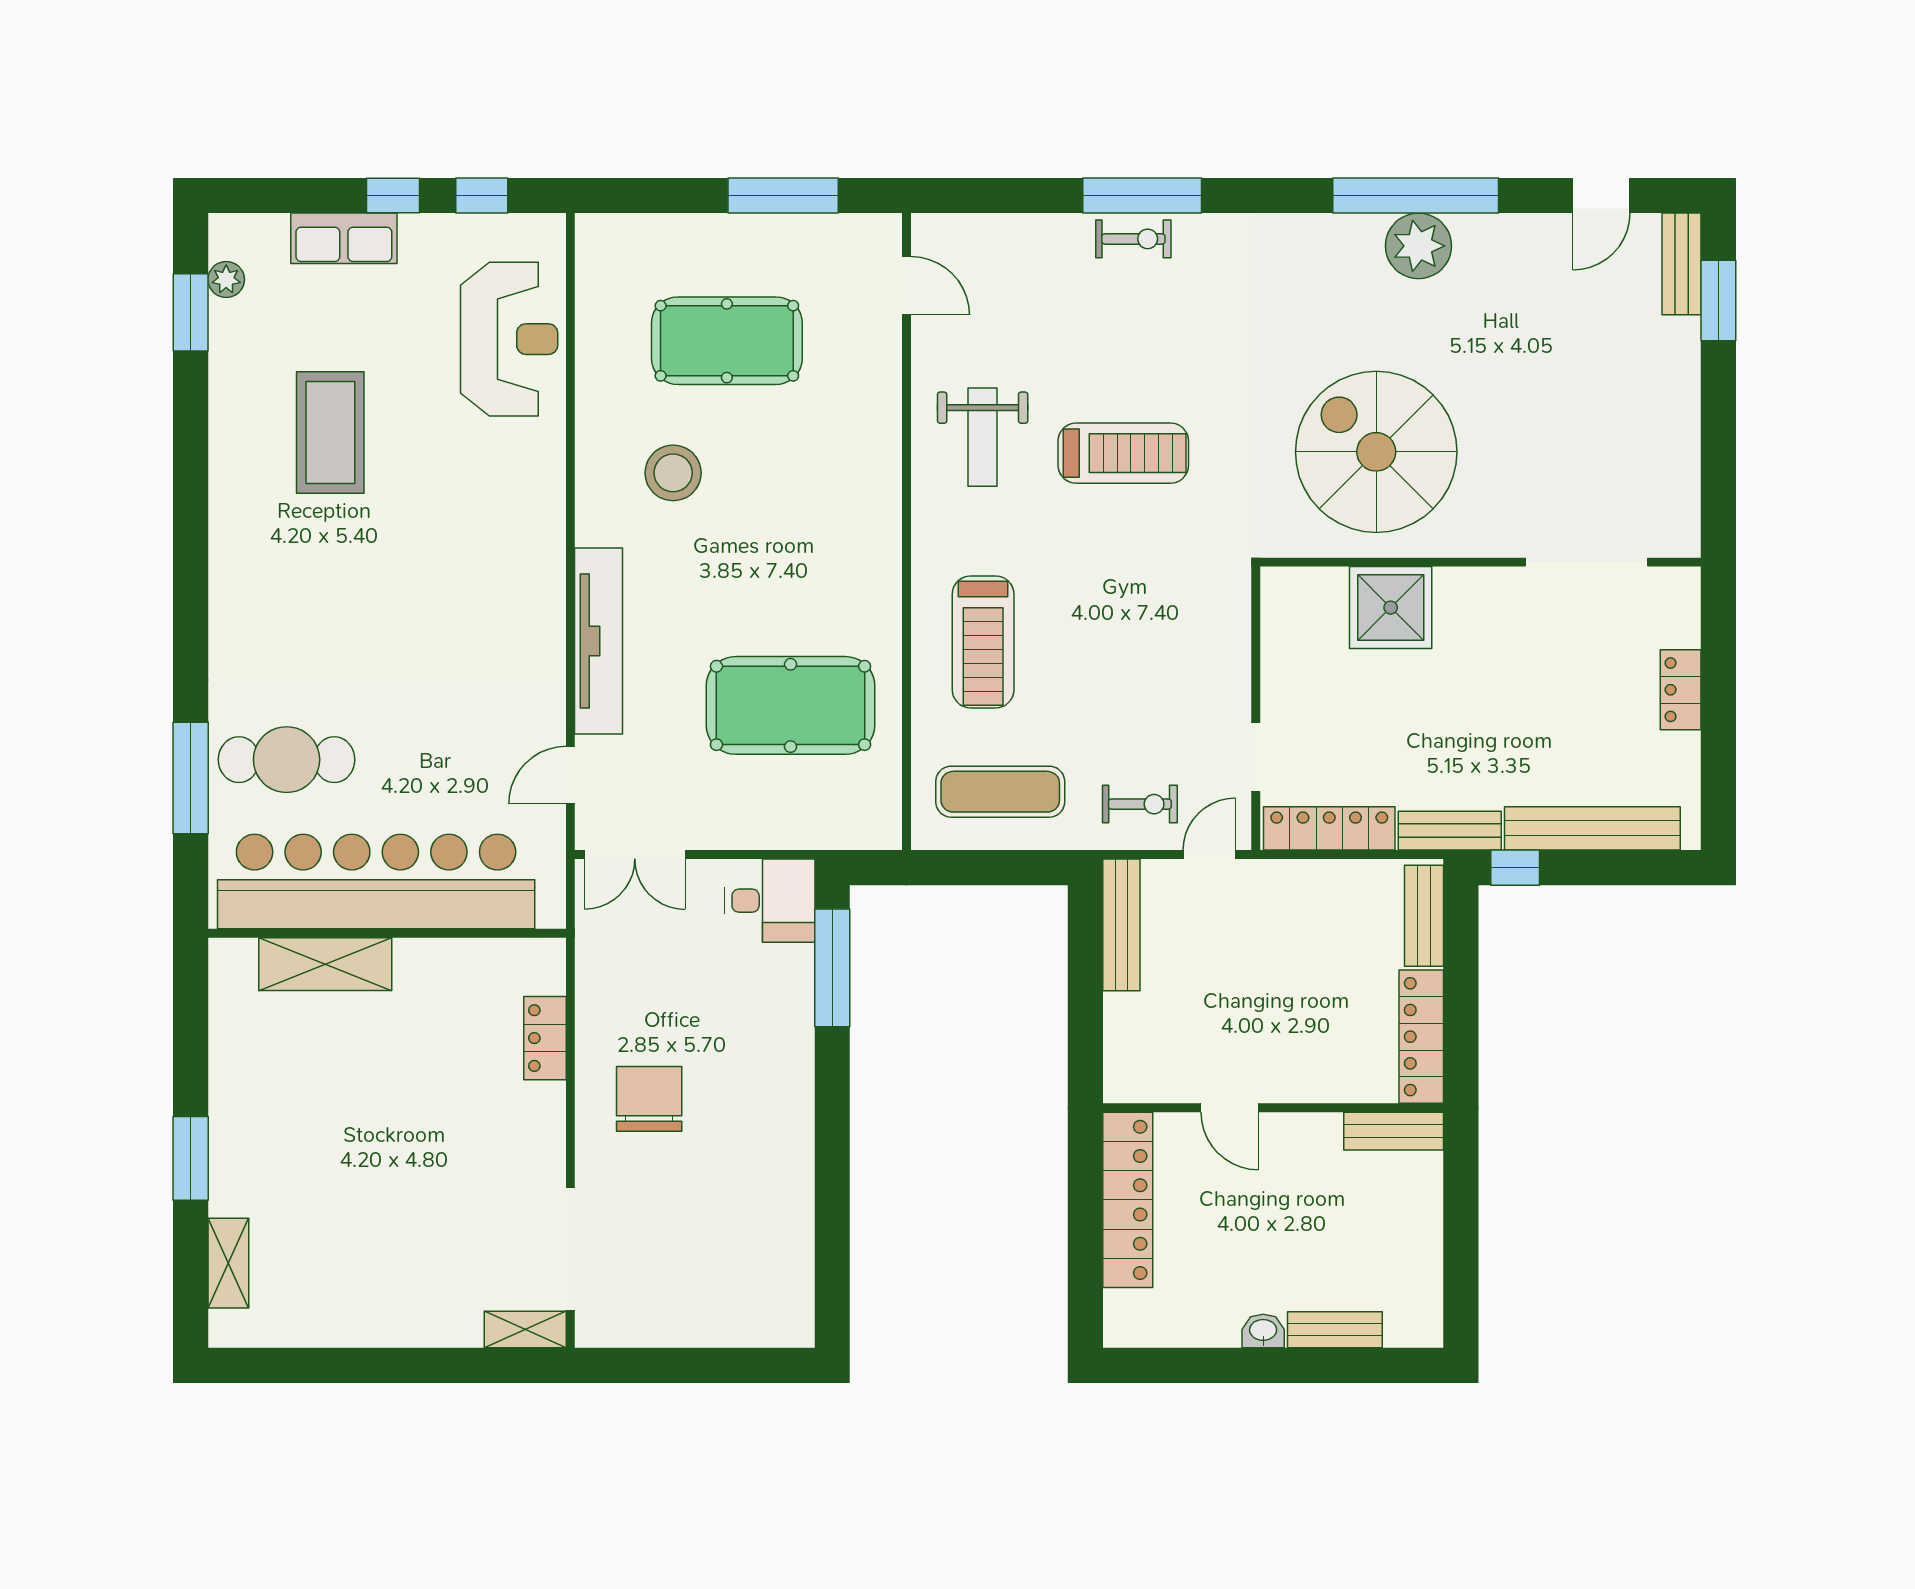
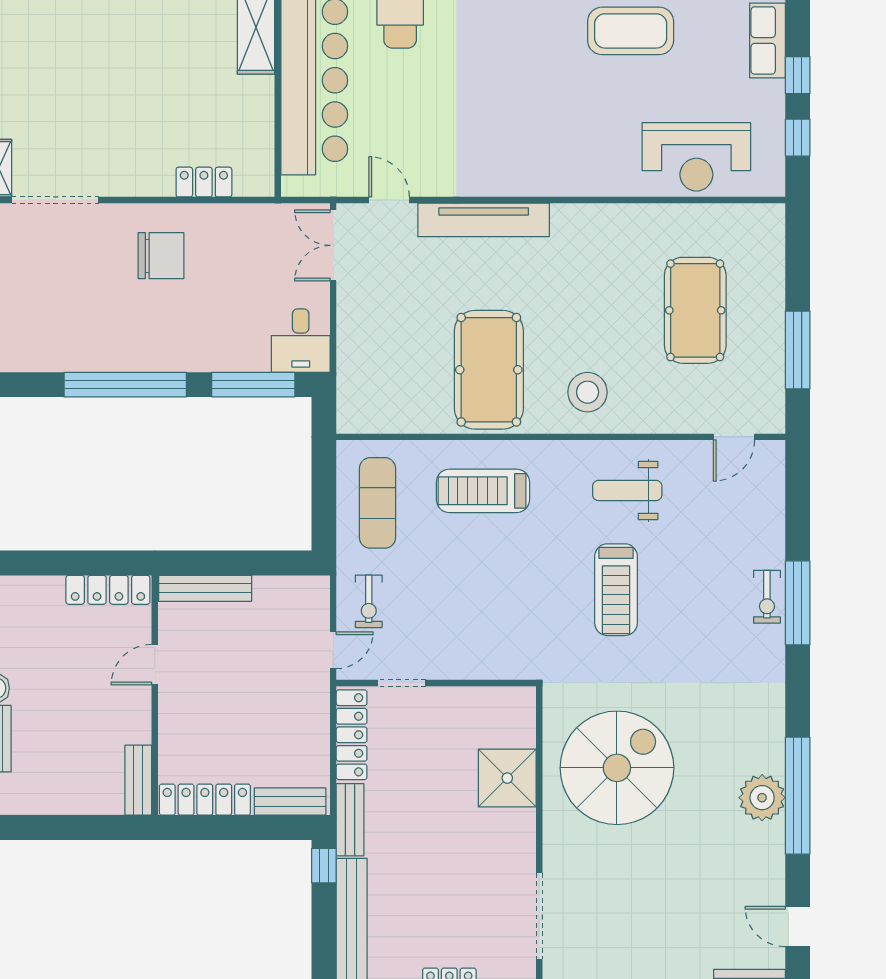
stool: (673, 473) -> (588, 392), moved
pool table: (791, 705) -> (489, 370), moved
door: (1209, 855) -> (333, 650), hinge flipped
bench: (1121, 925) -> (205, 588), moved
window: (832, 1150) -> (125, 385), added
locker: (1128, 1200) -> (108, 590), width x0.71, depth x0.83

